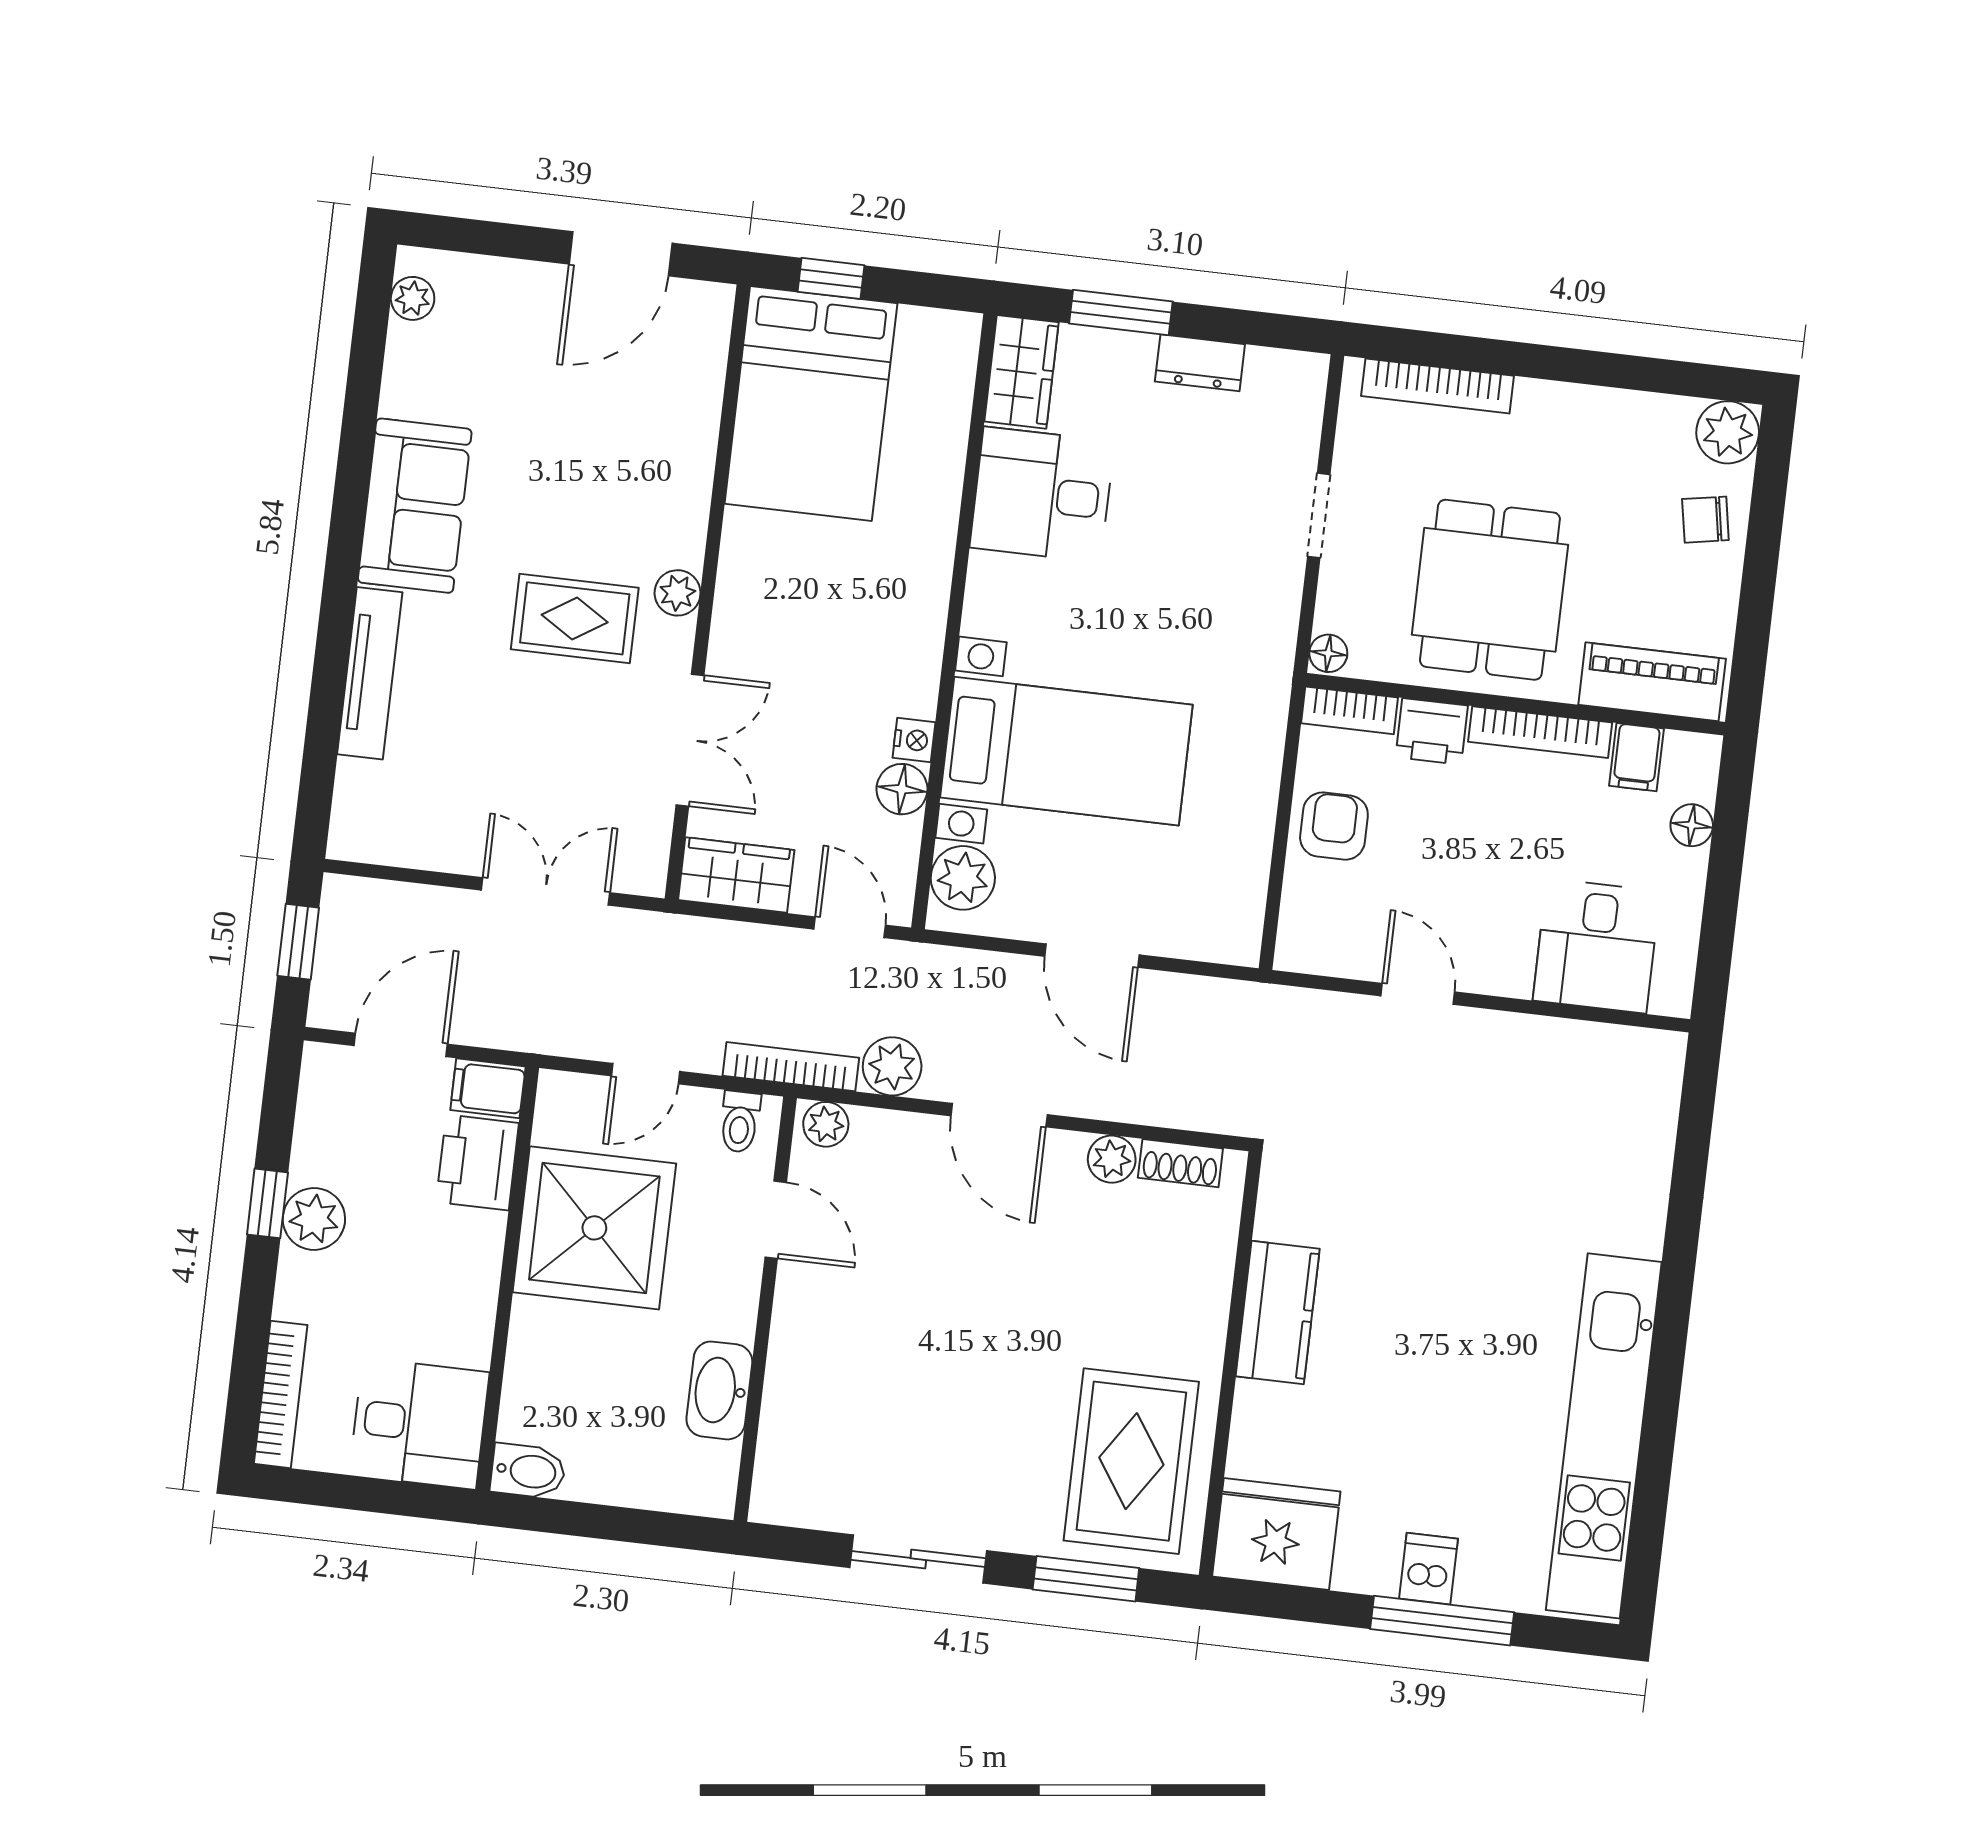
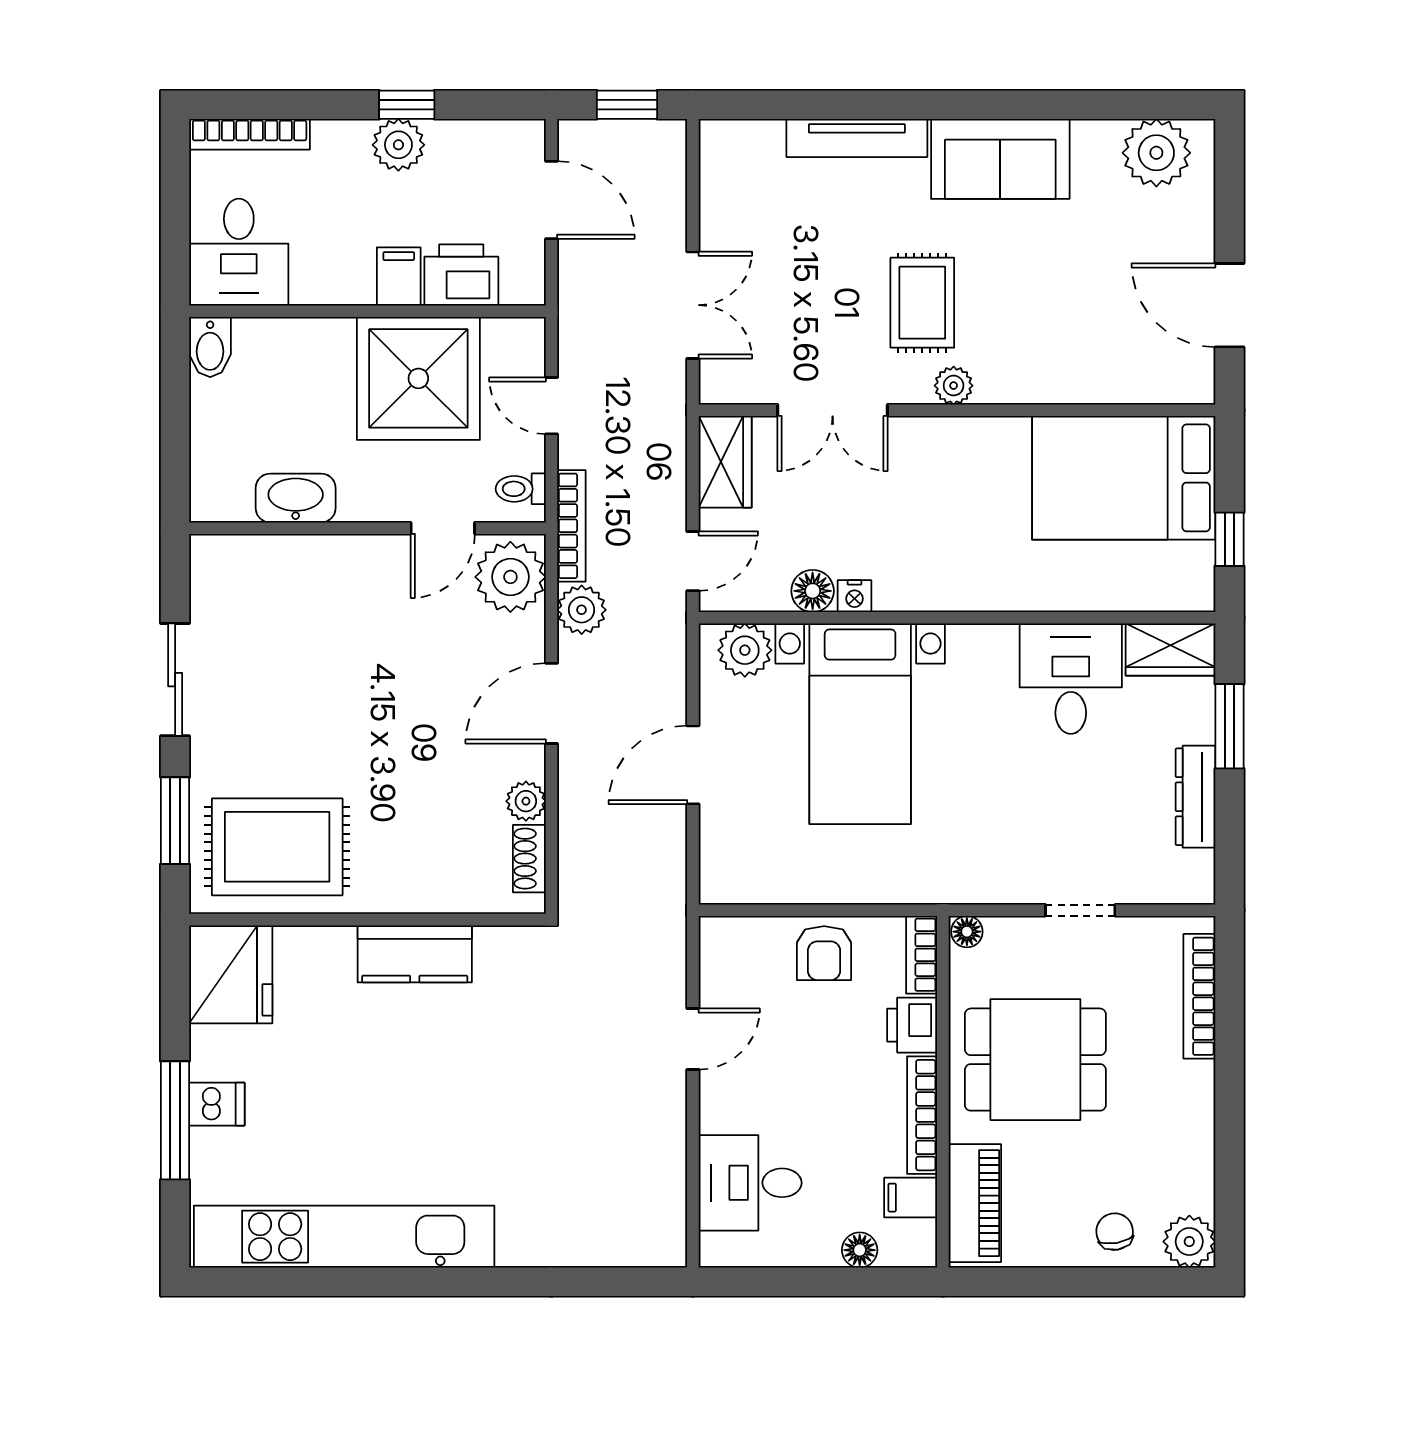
window: (831, 278) -> (1230, 539), moved
plant: (413, 298) -> (1156, 153), width x1.88, depth x1.88
dresser: (1200, 363) -> (1195, 797), width x1.44
armchair: (1334, 826) -> (824, 953), turned 90
filing cabinet: (488, 1088) -> (399, 276), moved
plant: (826, 1124) -> (510, 577), width x1.87, depth x1.87

